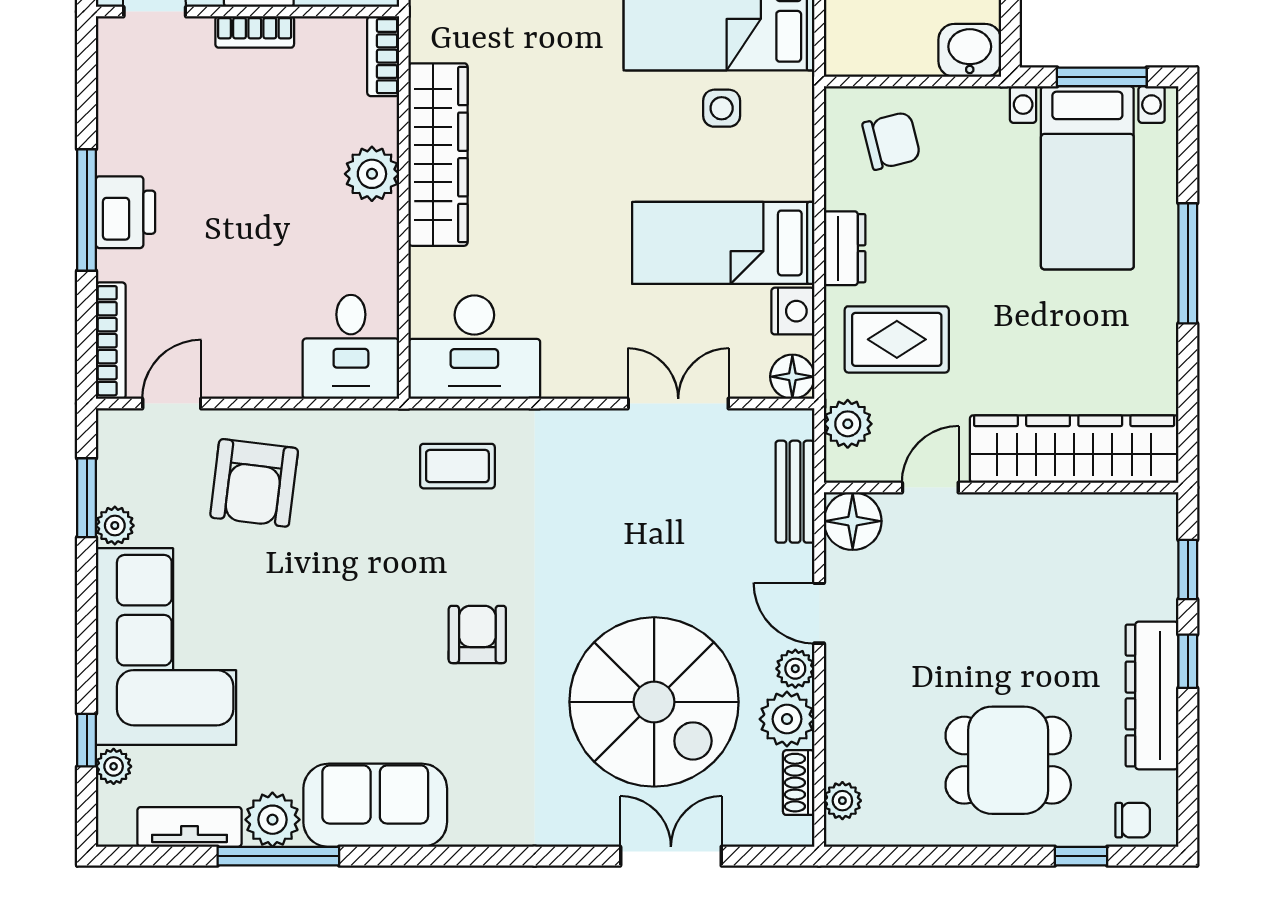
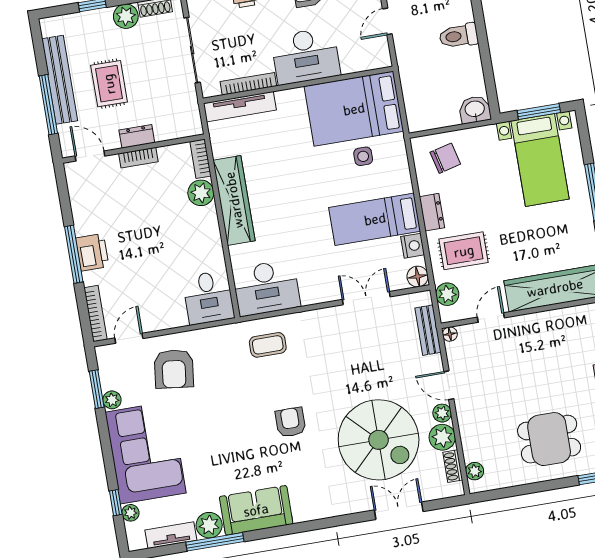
plant: (372, 174) -> (201, 193), moved
floor lamp: (853, 521) -> (450, 334), width x0.53, depth x0.53

